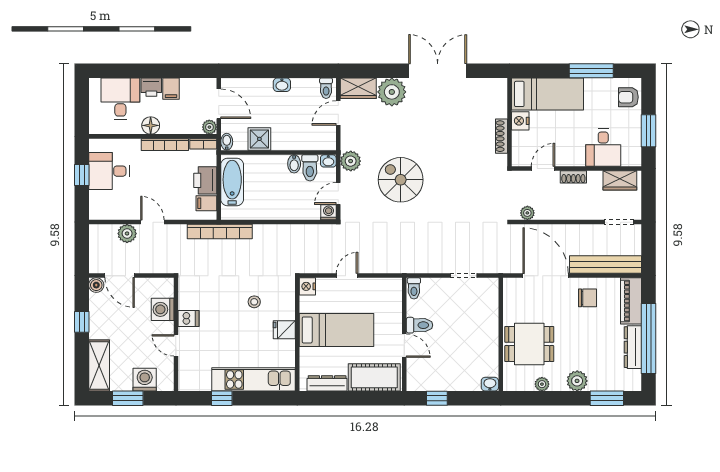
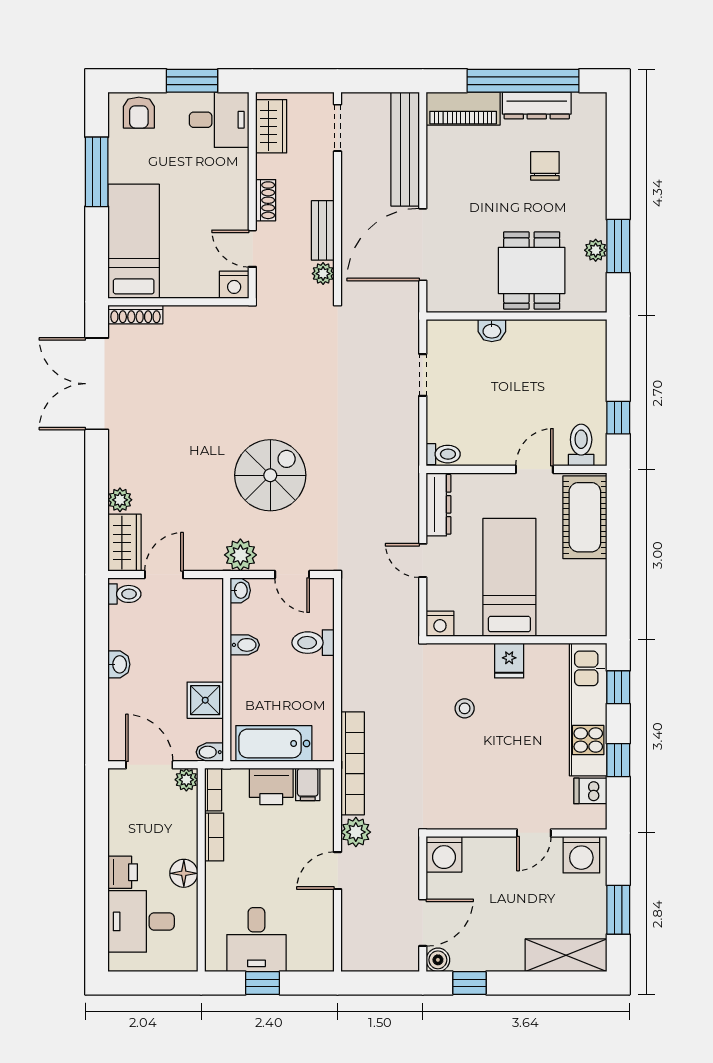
double door: (438, 71) -> (97, 384), moved
filing cabinet: (171, 89) -> (125, 841), removed
plant: (392, 92) -> (120, 500), width x0.53, depth x0.53
door: (219, 104) -> (149, 765), hinge flipped
door: (338, 113) -> (164, 574), swing flipped
nightstand: (520, 121) -> (234, 285), moved
shoe rack: (502, 136) -> (135, 315), moved
bookcase: (165, 145) -> (214, 837), width x0.64
desk: (603, 148) -> (219, 120), moved
toilet: (310, 168) -> (313, 643), moved, turned 180
spiral stairs: (401, 180) -> (270, 475), turned 180
washing machine: (329, 212) -> (322, 590), removed
bench: (554, 213) -> (323, 230), added
plant: (127, 233) -> (356, 832), moved
chair: (588, 298) -> (545, 166), moved
washing machine: (163, 309) -> (444, 854), moved
dishwasher: (188, 319) -> (590, 791), moved, turned -90
window: (82, 322) -> (469, 983), moved
toilet: (420, 325) -> (581, 445), moved
washing machine: (145, 380) -> (581, 855), moved, turned -90
plant: (577, 381) -> (590, 194), removed
dresser: (327, 383) -> (439, 504), moved, turned 180
washbasin: (490, 384) -> (492, 331), moved, turned -90
window: (267, 398) -> (618, 687), added
window: (607, 398) -> (618, 246), moved

